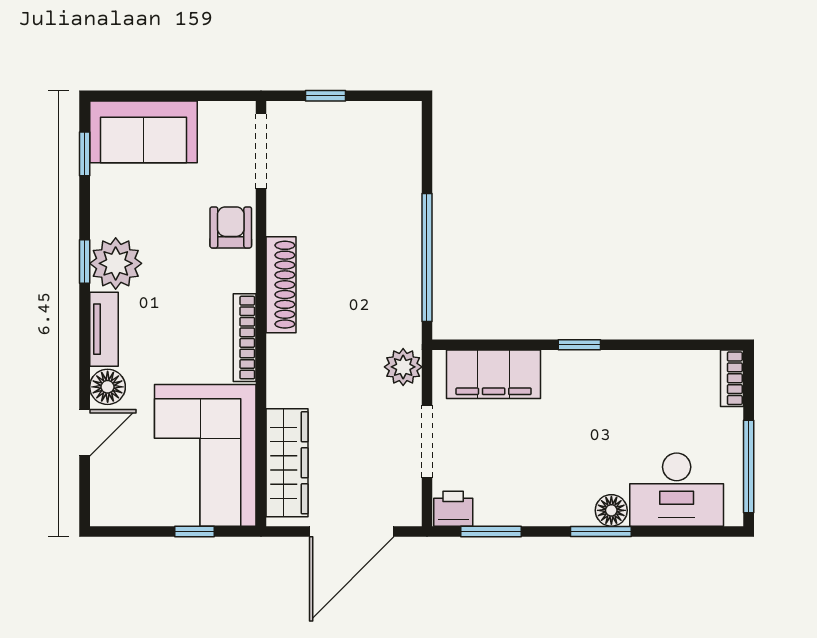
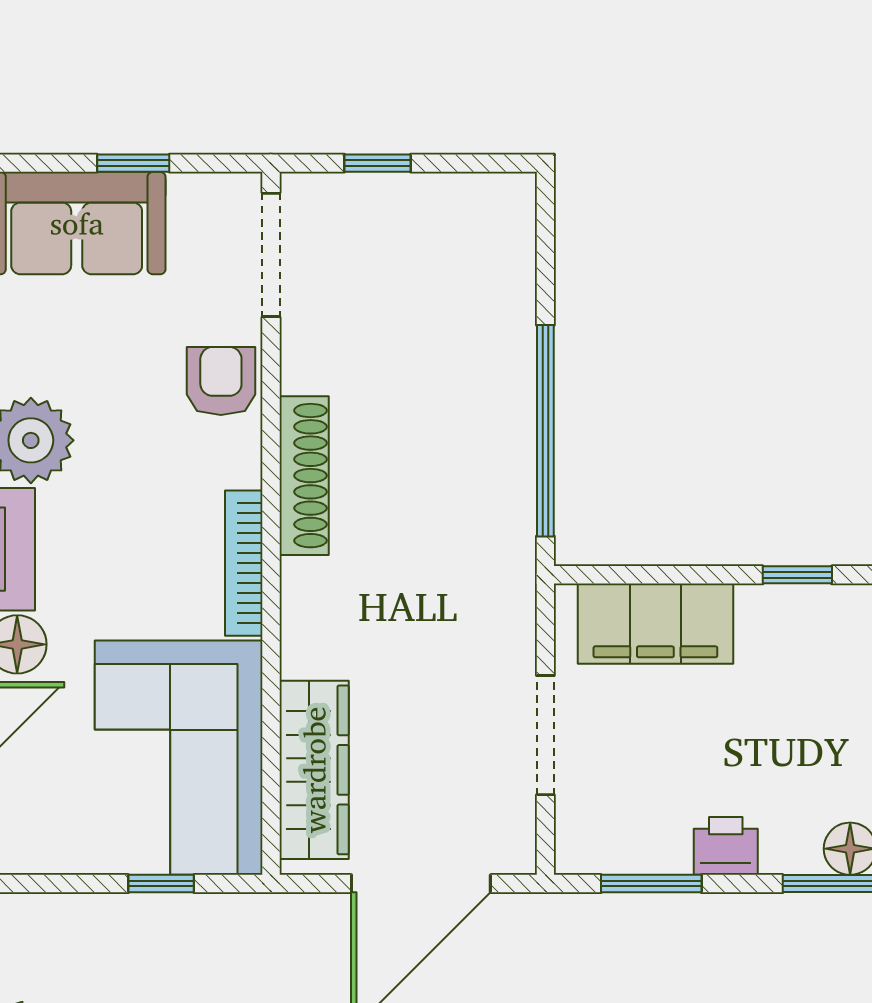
window: (178, 96) -> (133, 163), added
plant: (403, 367) -> (506, 612), removed
printer: (453, 509) -> (726, 846), moved

